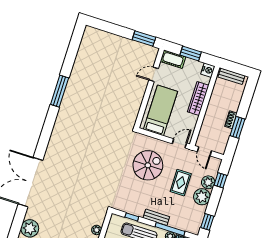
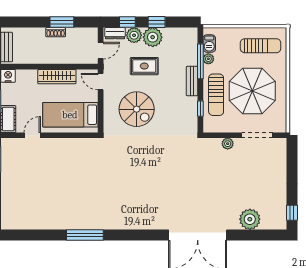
door: (154, 74) -> (32, 135), swing flipped
wardrobe: (198, 99) -> (57, 77), moved
spiral stairs: (148, 165) -> (137, 109), turned 180
dresser: (215, 167) -> (115, 33), added
window: (207, 222) -> (157, 22), moved

